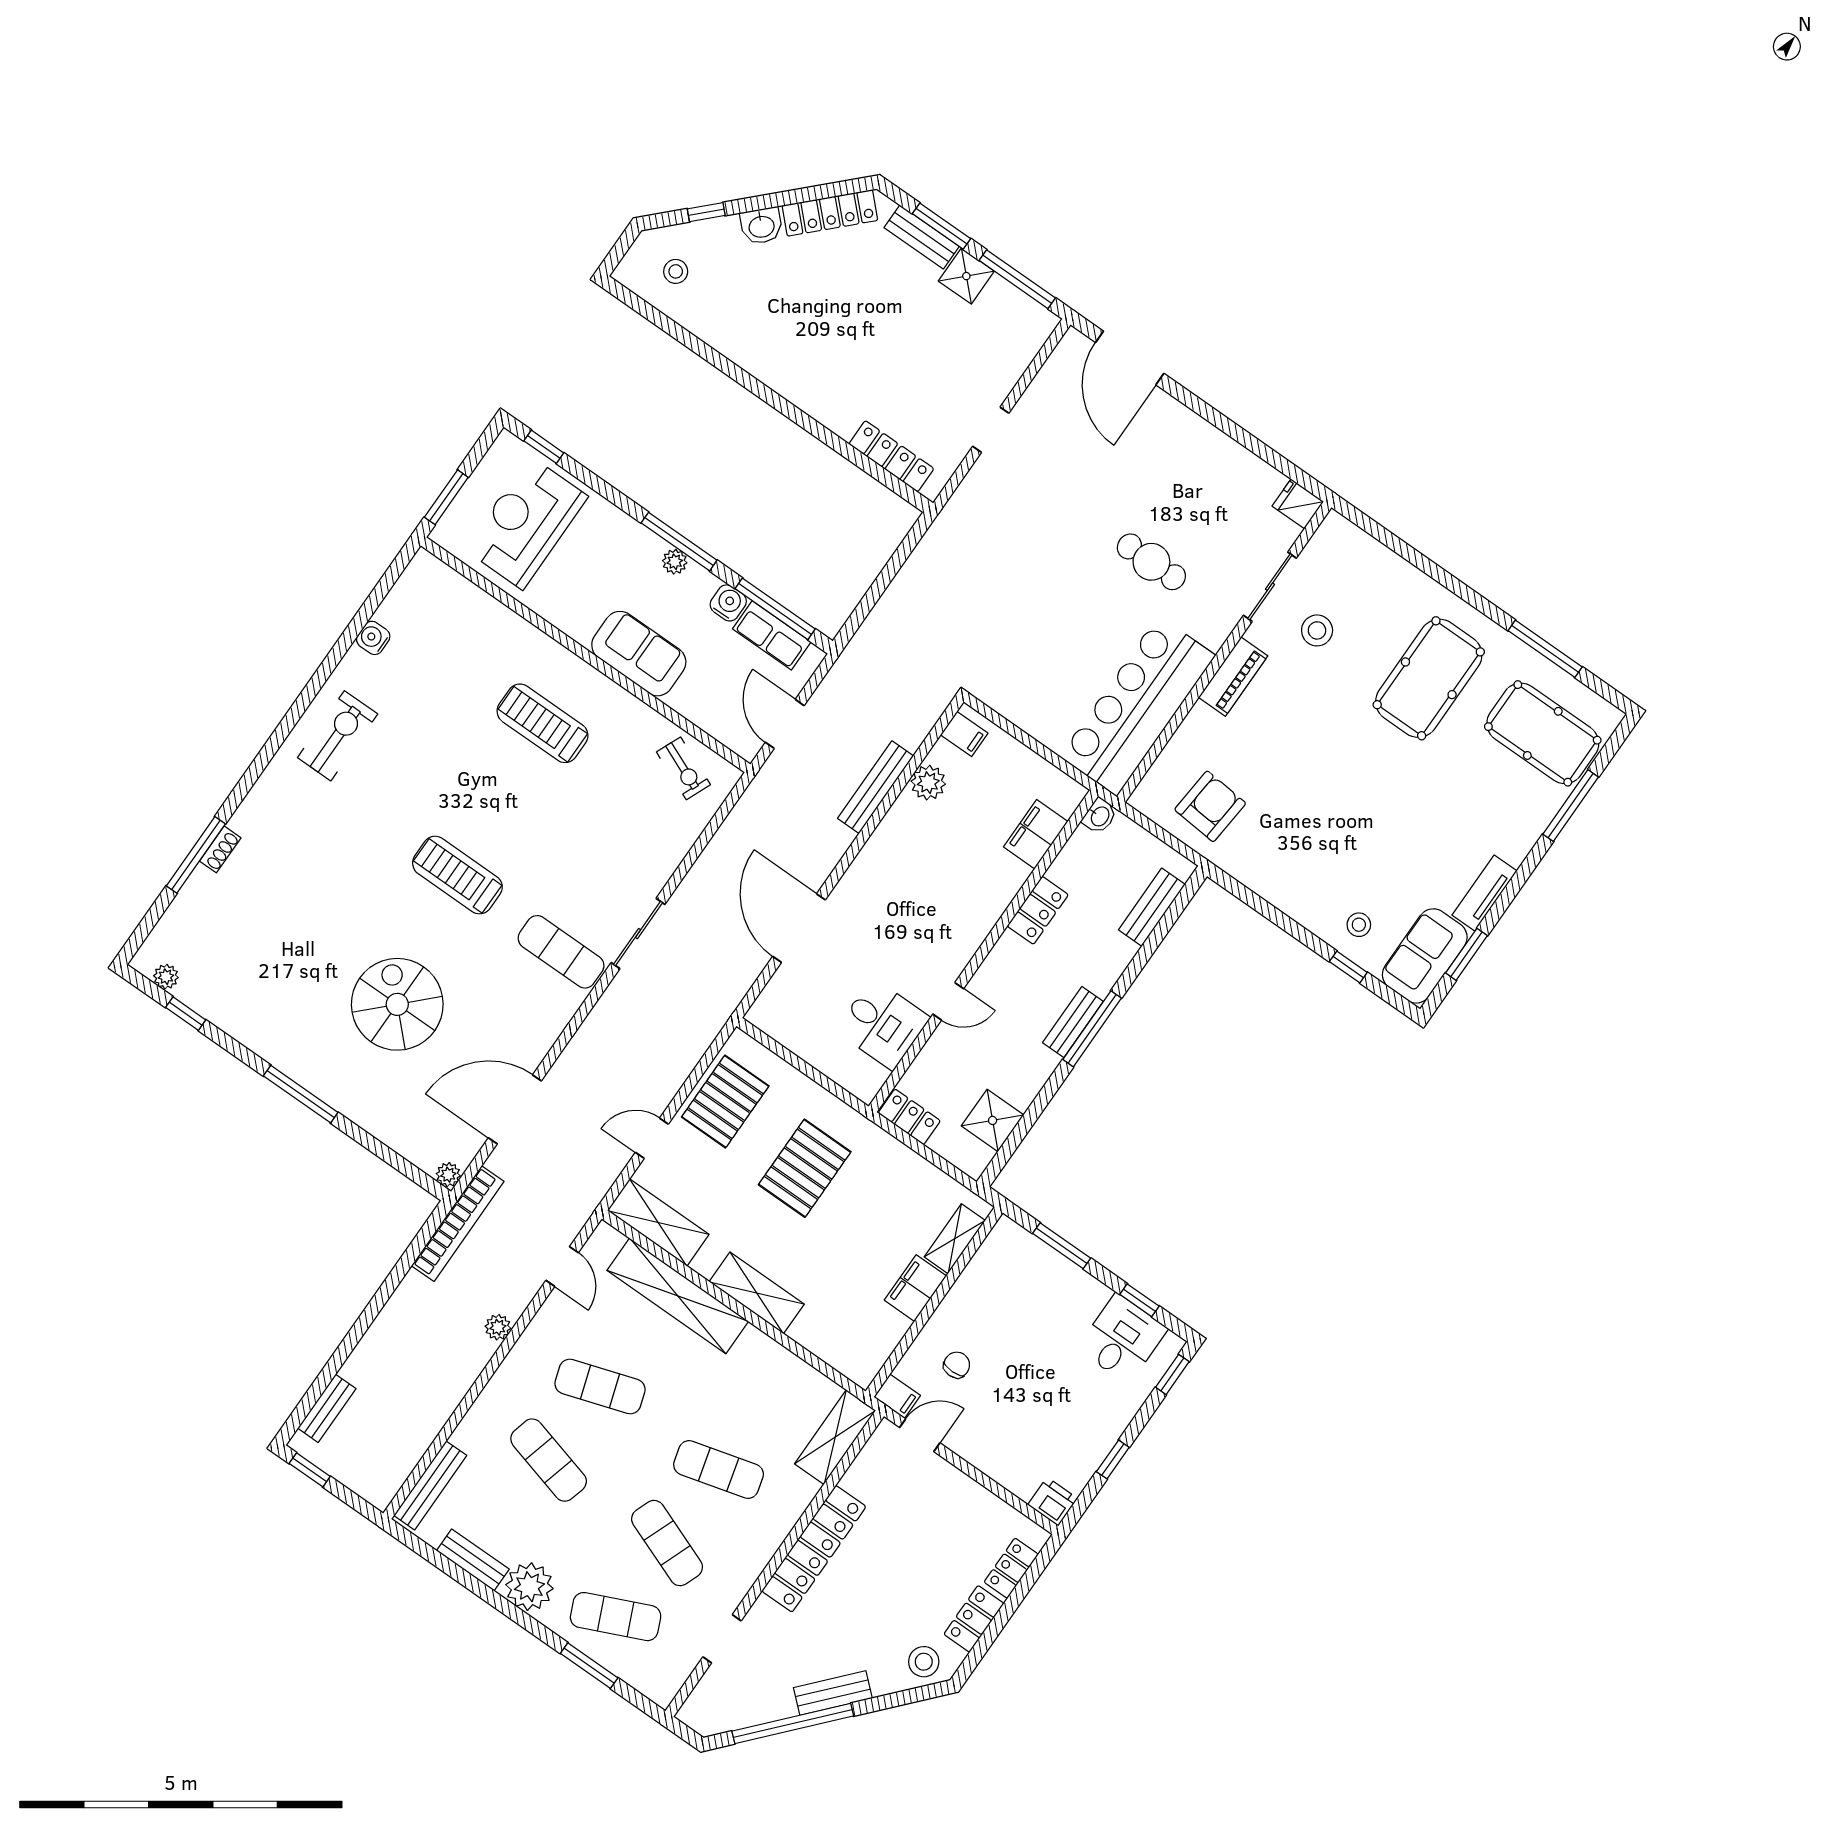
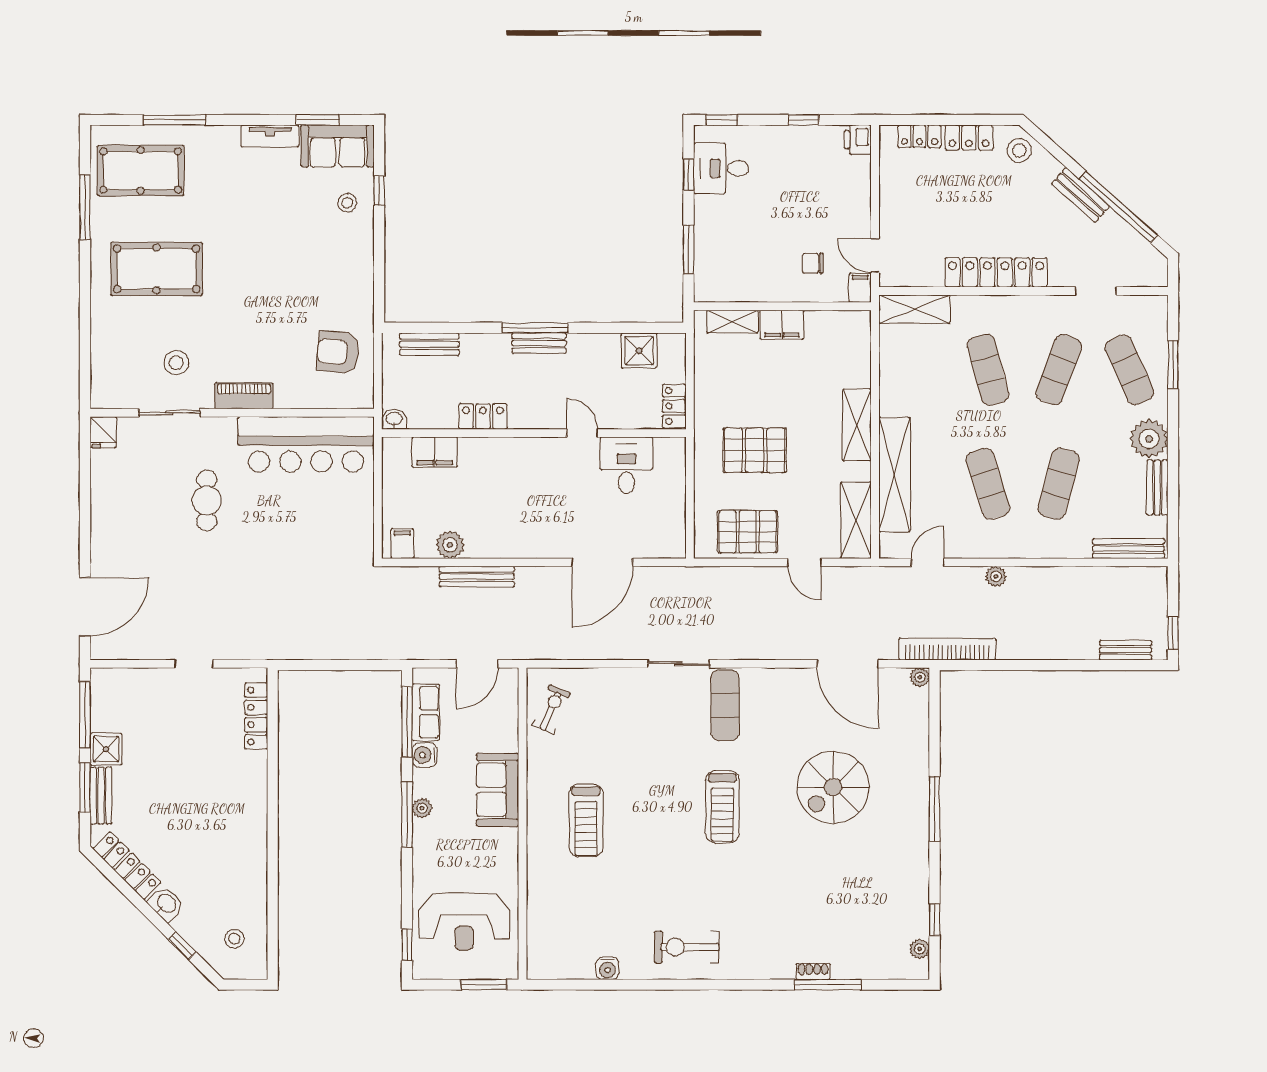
pool table: (1543, 733) -> (141, 170), turned 90

